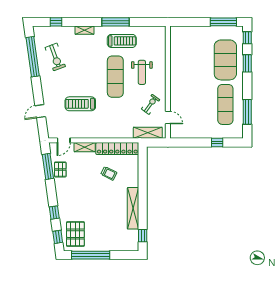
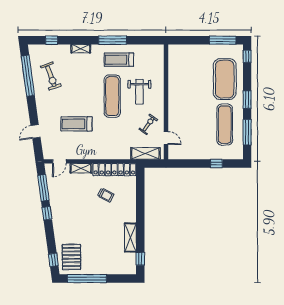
treadmill: (122, 41) -> (119, 60), turned 180
window: (247, 63) -> (247, 100), moved
pallet: (60, 169) -> (56, 191), removed
shelving: (133, 208) -> (130, 238), width x0.68
window: (54, 213) -> (47, 213), moved

